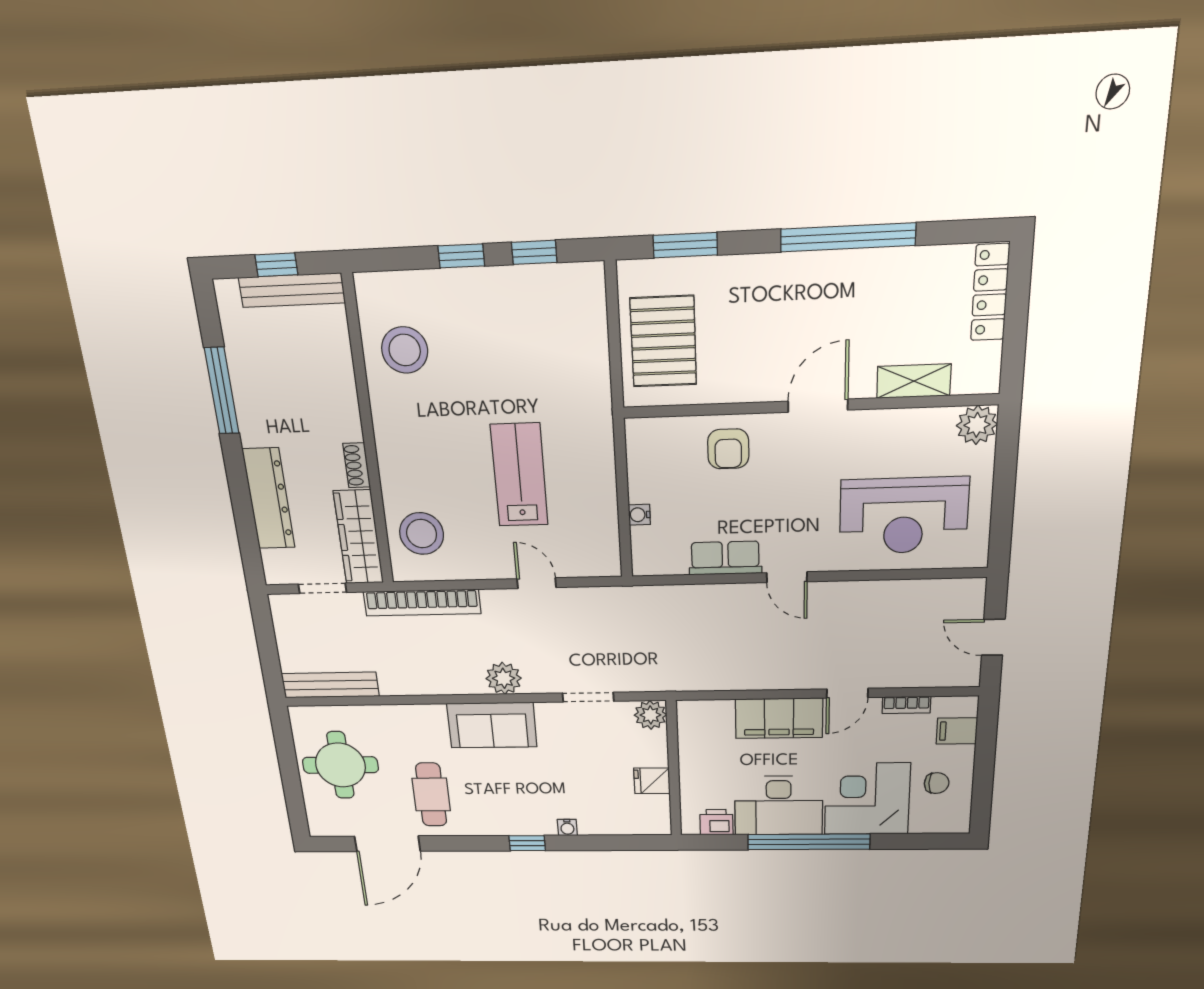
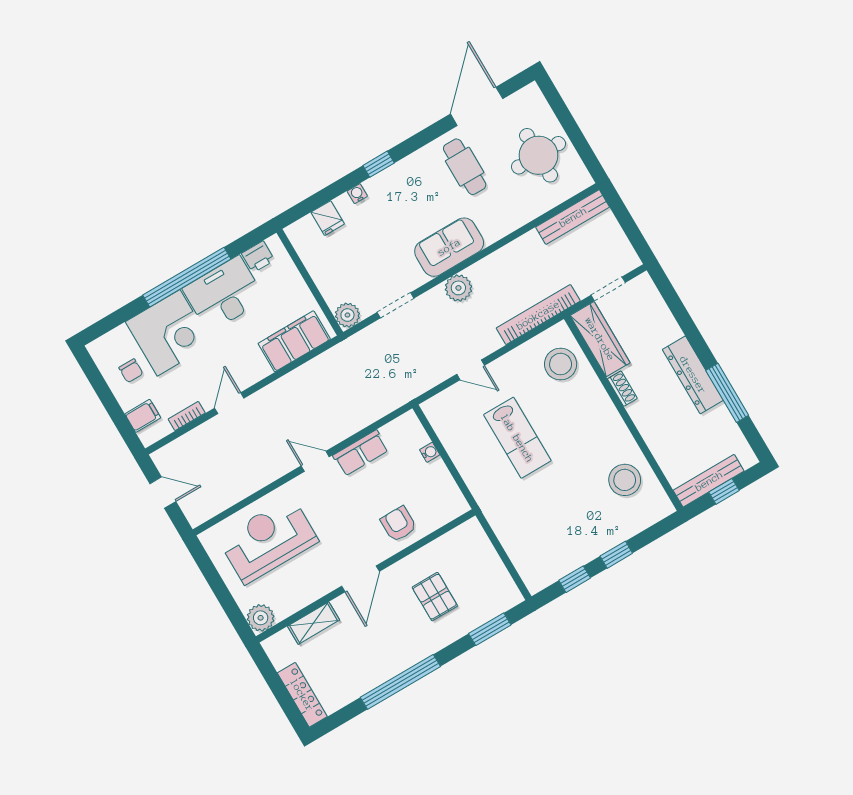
pallet: (663, 341) -> (435, 597), moved, width x0.67, depth x0.71
dresser: (269, 499) -> (693, 375), moved
filing cabinet: (779, 718) -> (294, 341), moved
fridge: (652, 781) -> (328, 218), moved, turned 90
chair: (937, 783) -> (131, 371), turned -90

